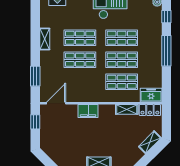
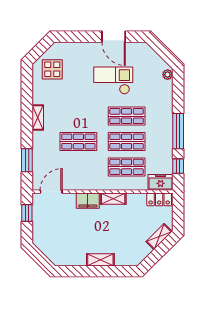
window: (166, 17) -> (178, 166), moved
shop shelf: (80, 38) -> (78, 116), removed
shelving: (127, 109) -> (113, 199), moved

